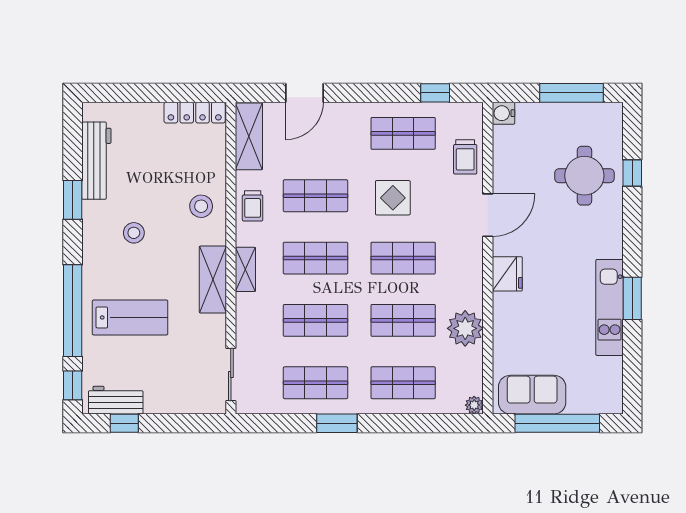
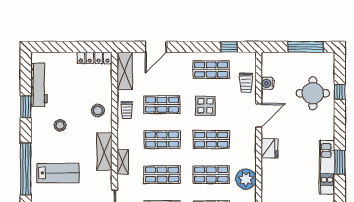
water cooler: (503, 113) -> (267, 83), moved
shelving: (245, 269) -> (123, 162), moved

